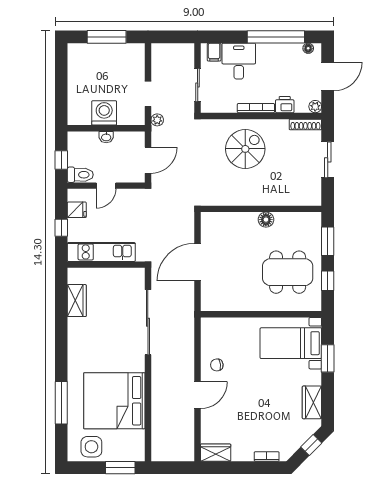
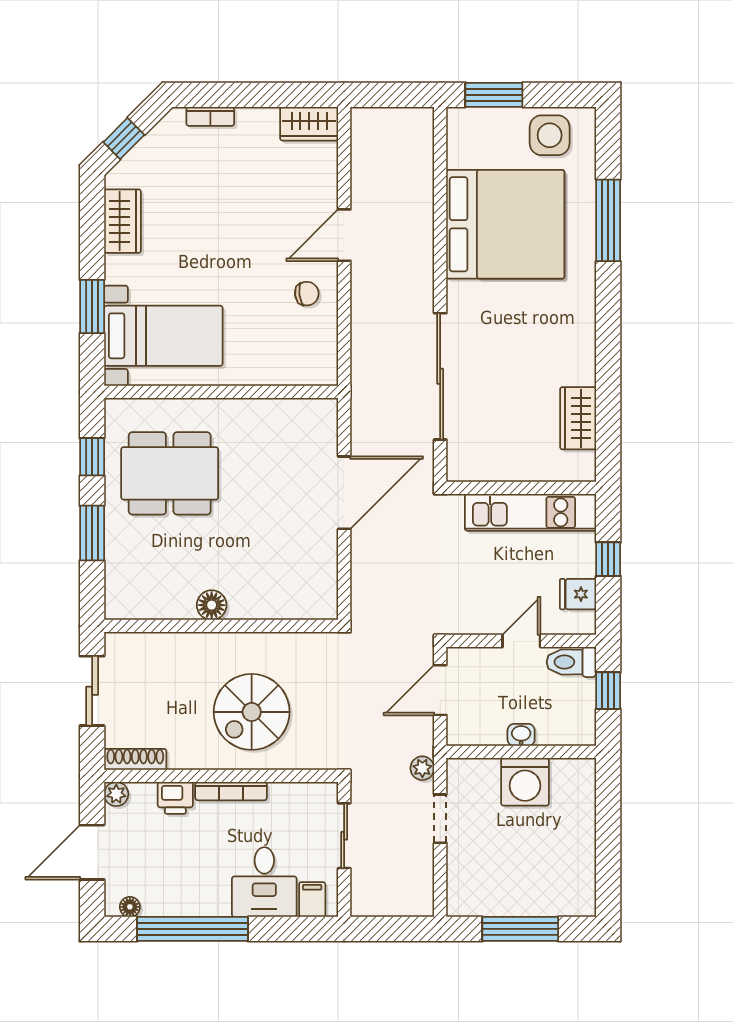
wall: (261, 209) -> (221, 626), moved
floor lamp: (266, 220) -> (212, 605), moved

